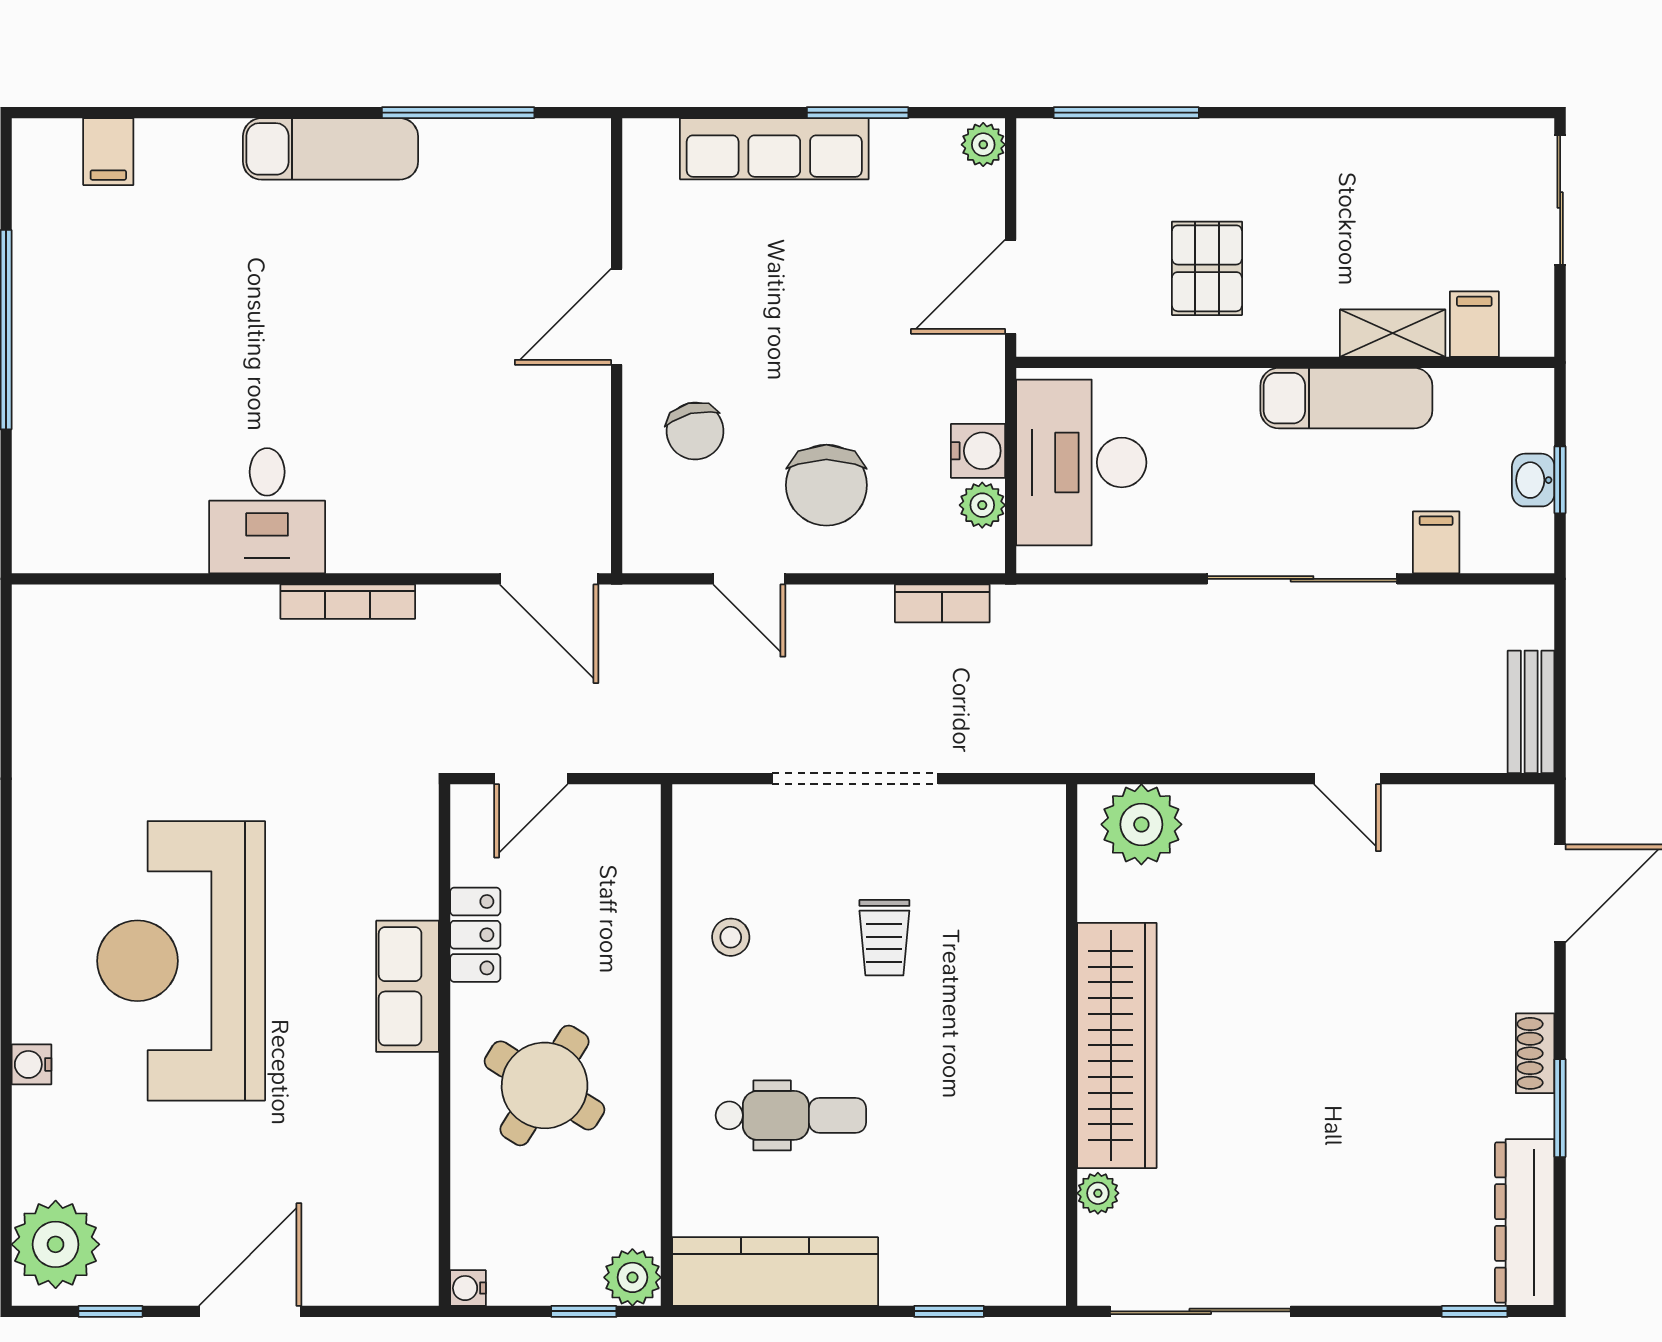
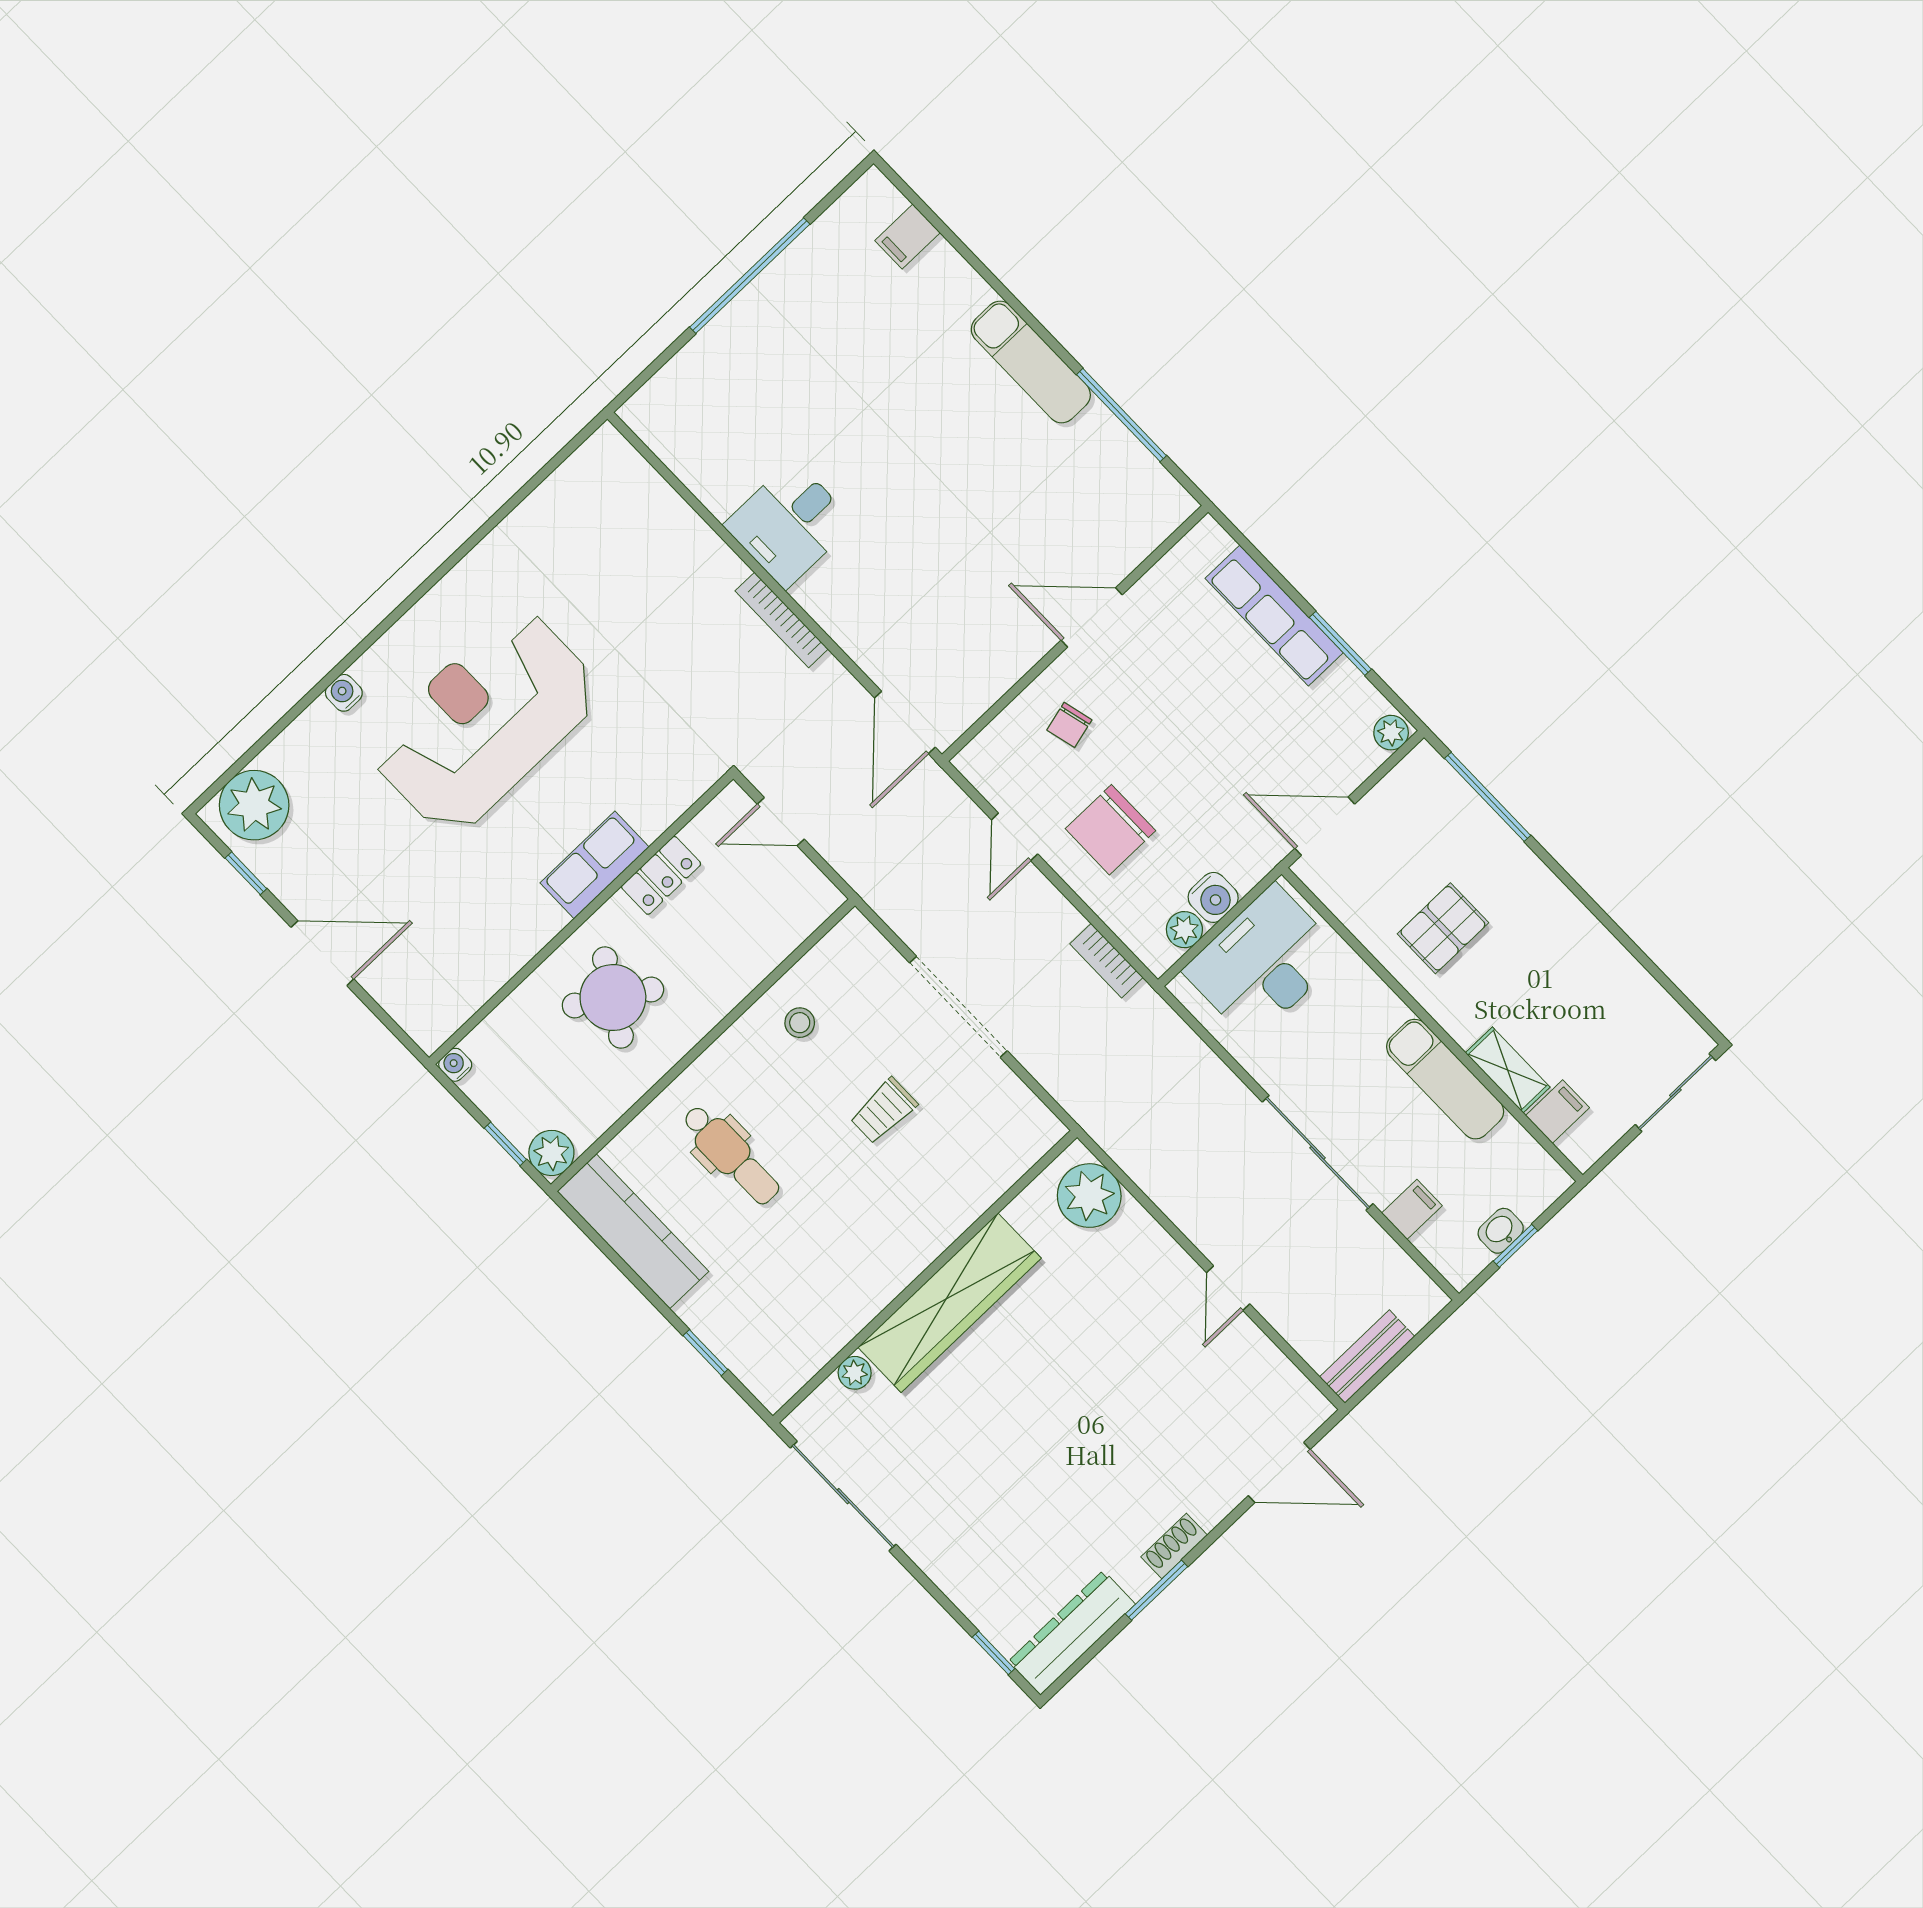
chair: (695, 431) -> (1069, 725), width x0.73, depth x0.73

